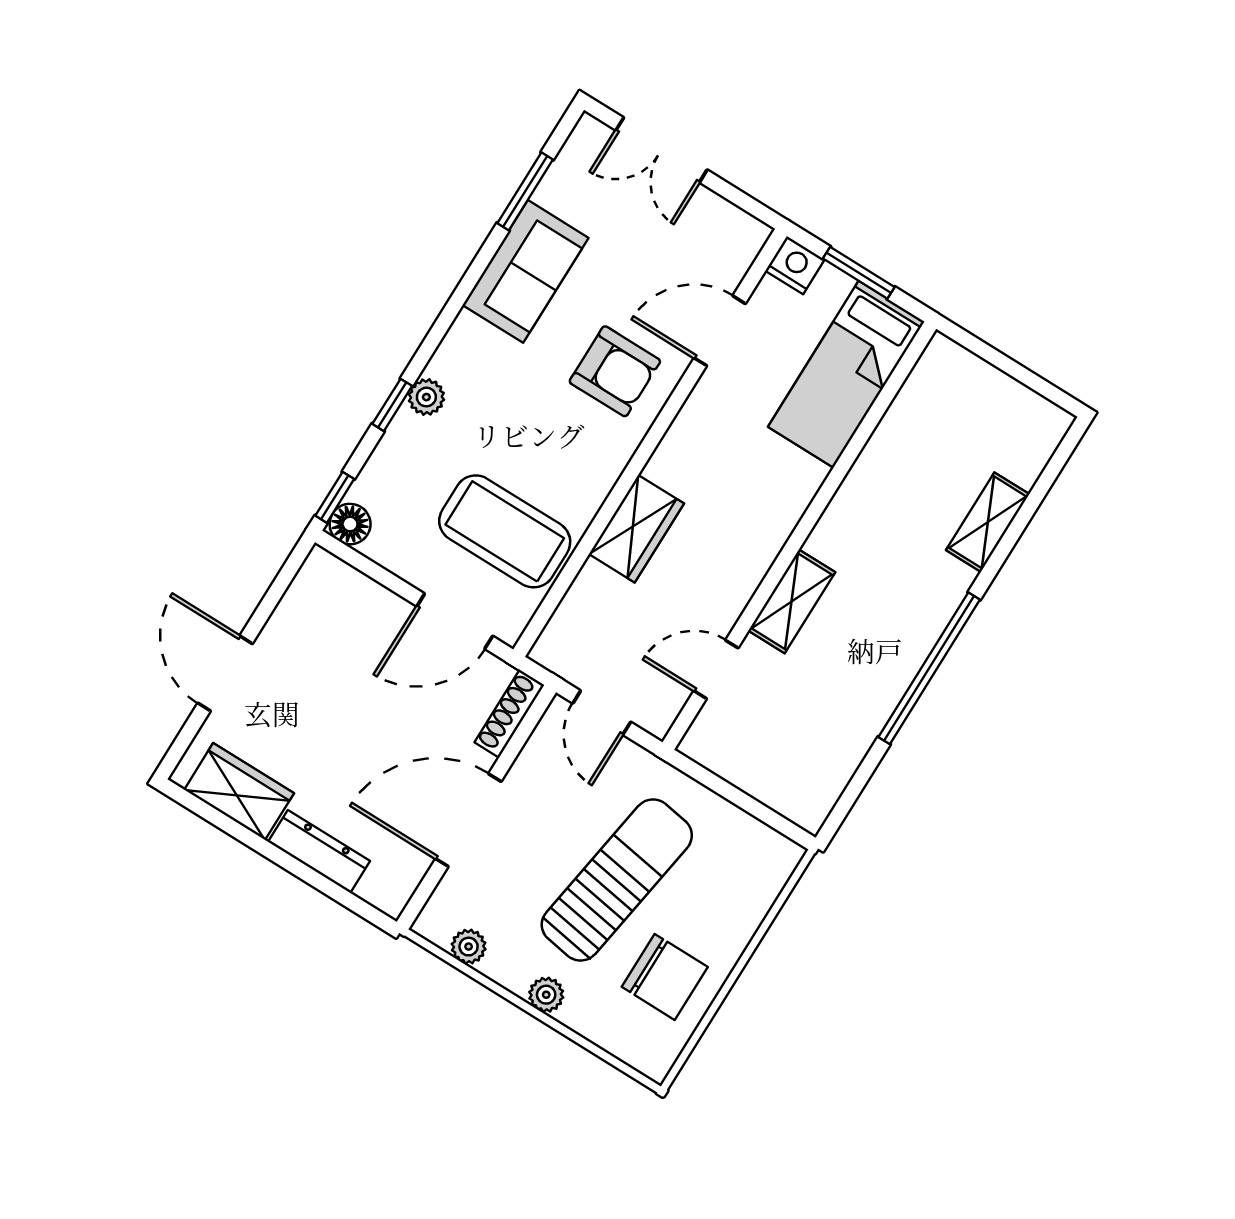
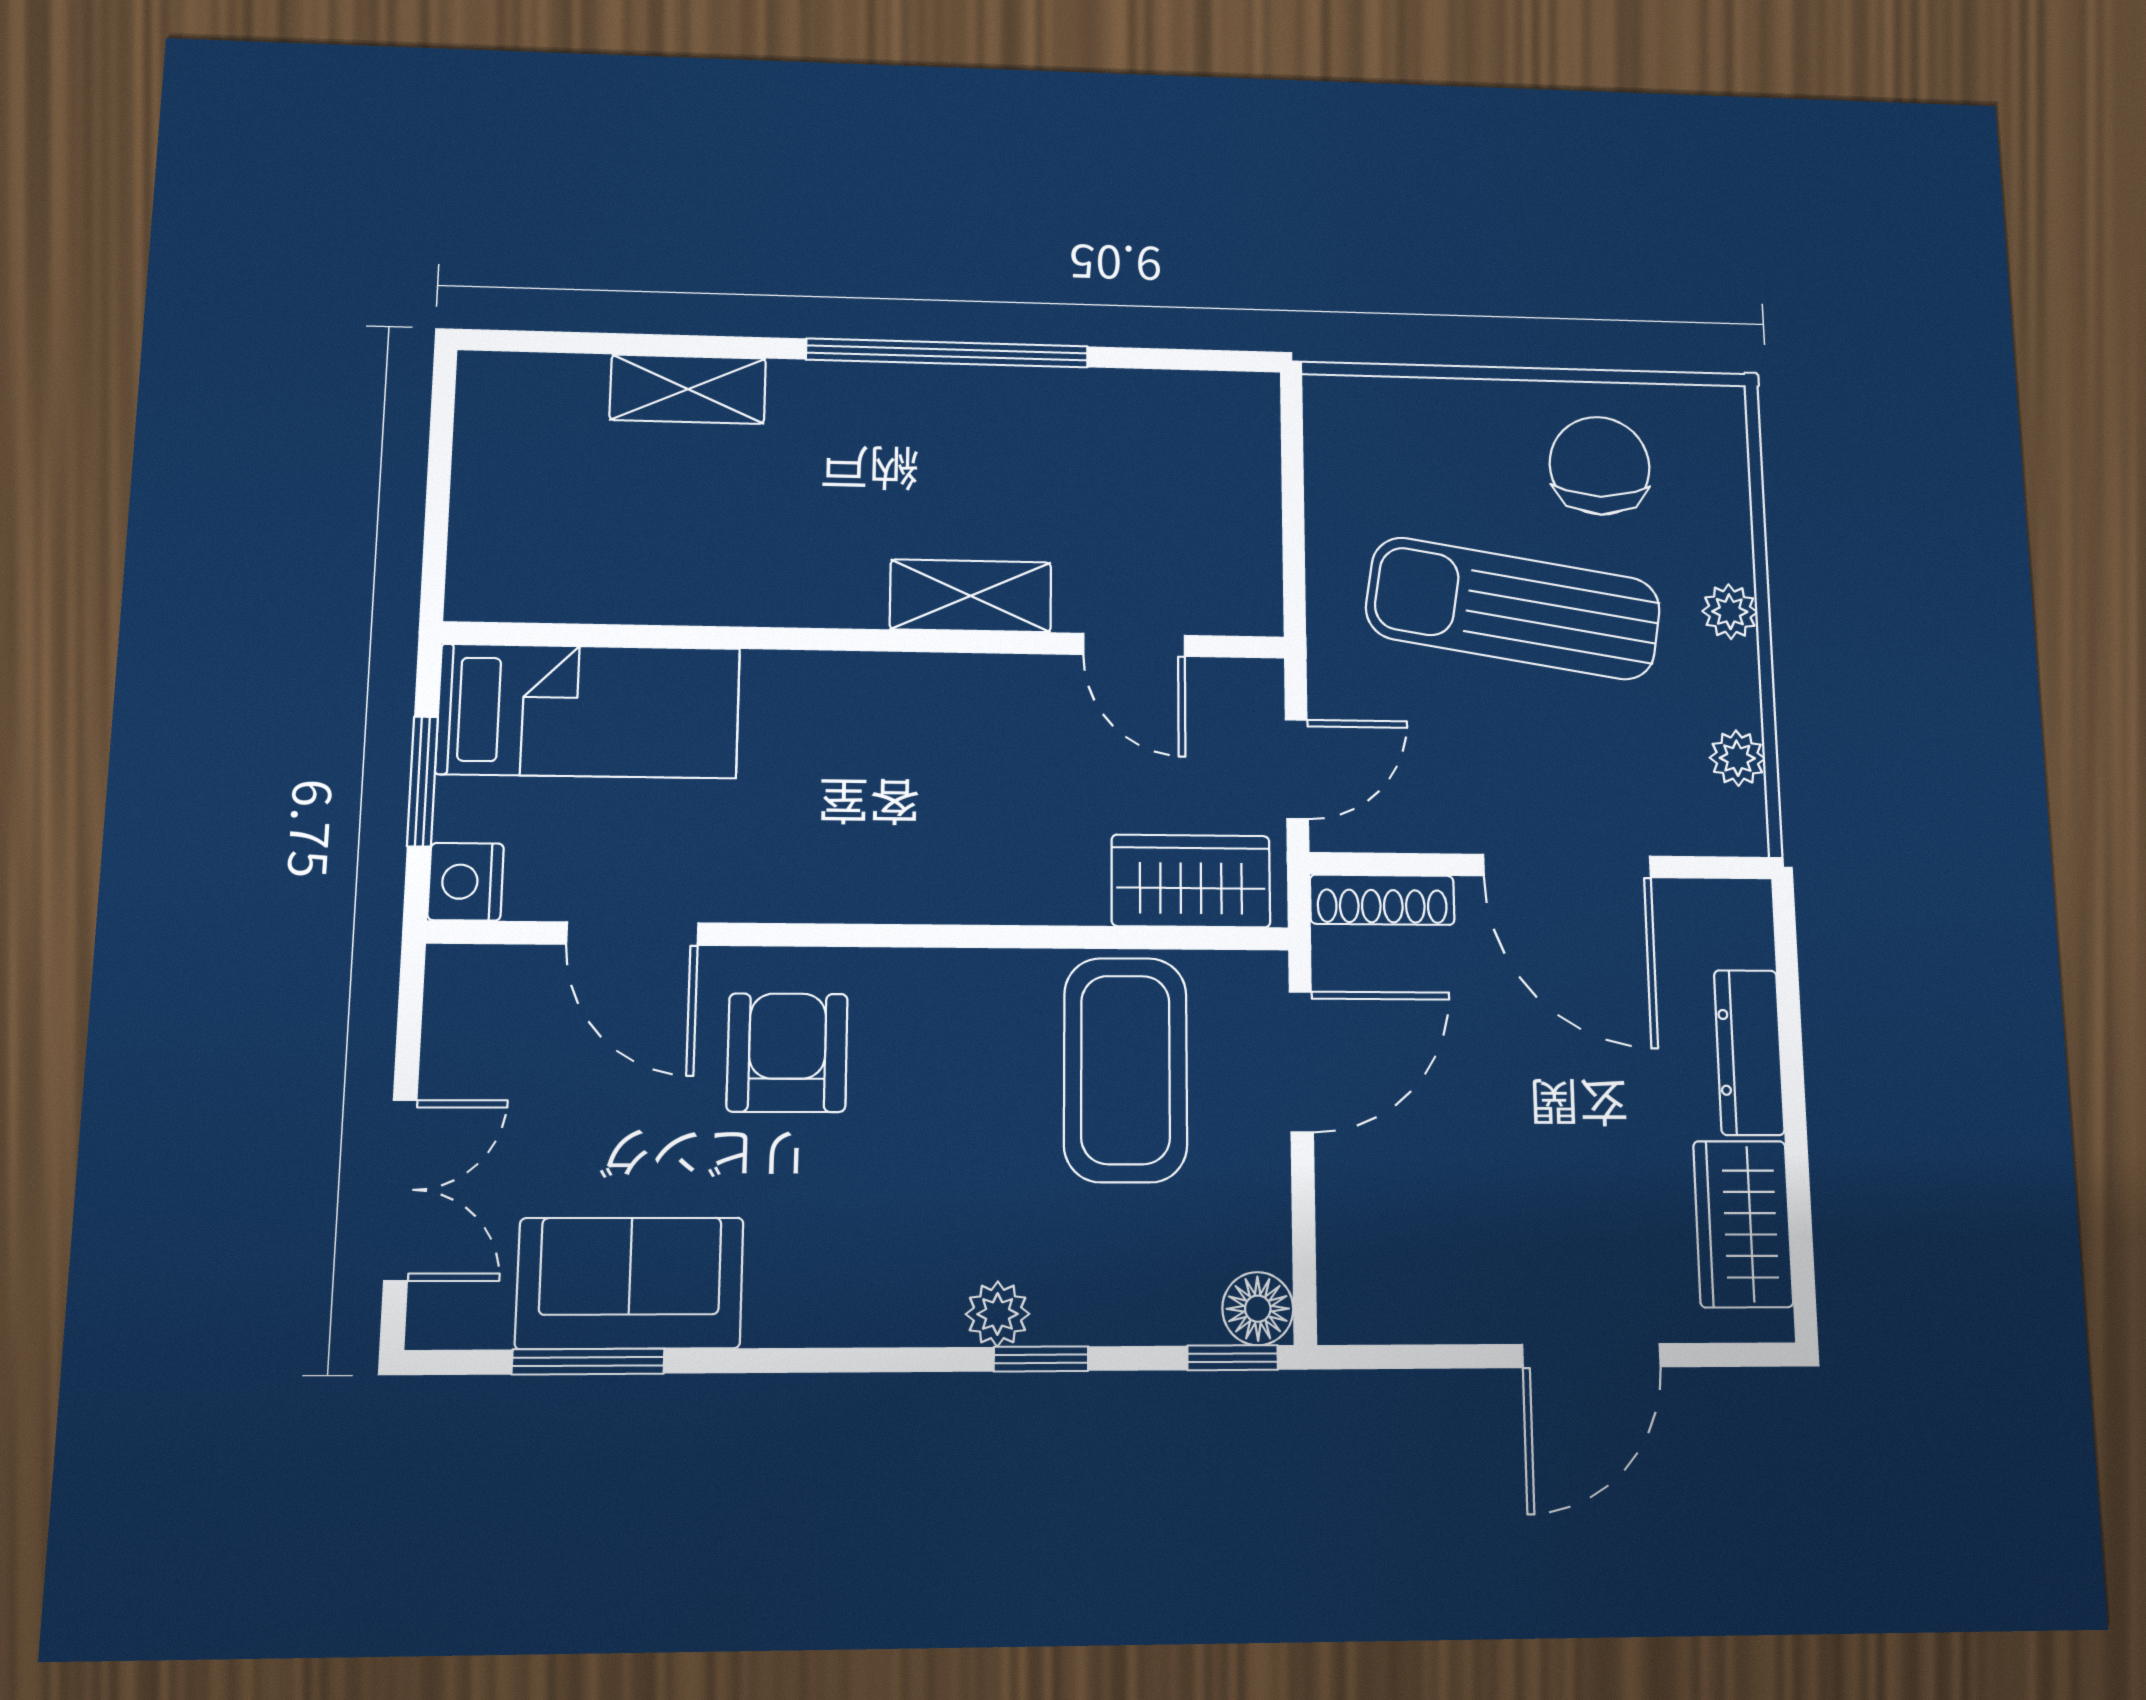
sofa: (525, 271) -> (630, 1283), moved
wardrobe: (636, 529) -> (1191, 881), moved
door: (455, 621) -> (1301, 1062), hinge flipped

